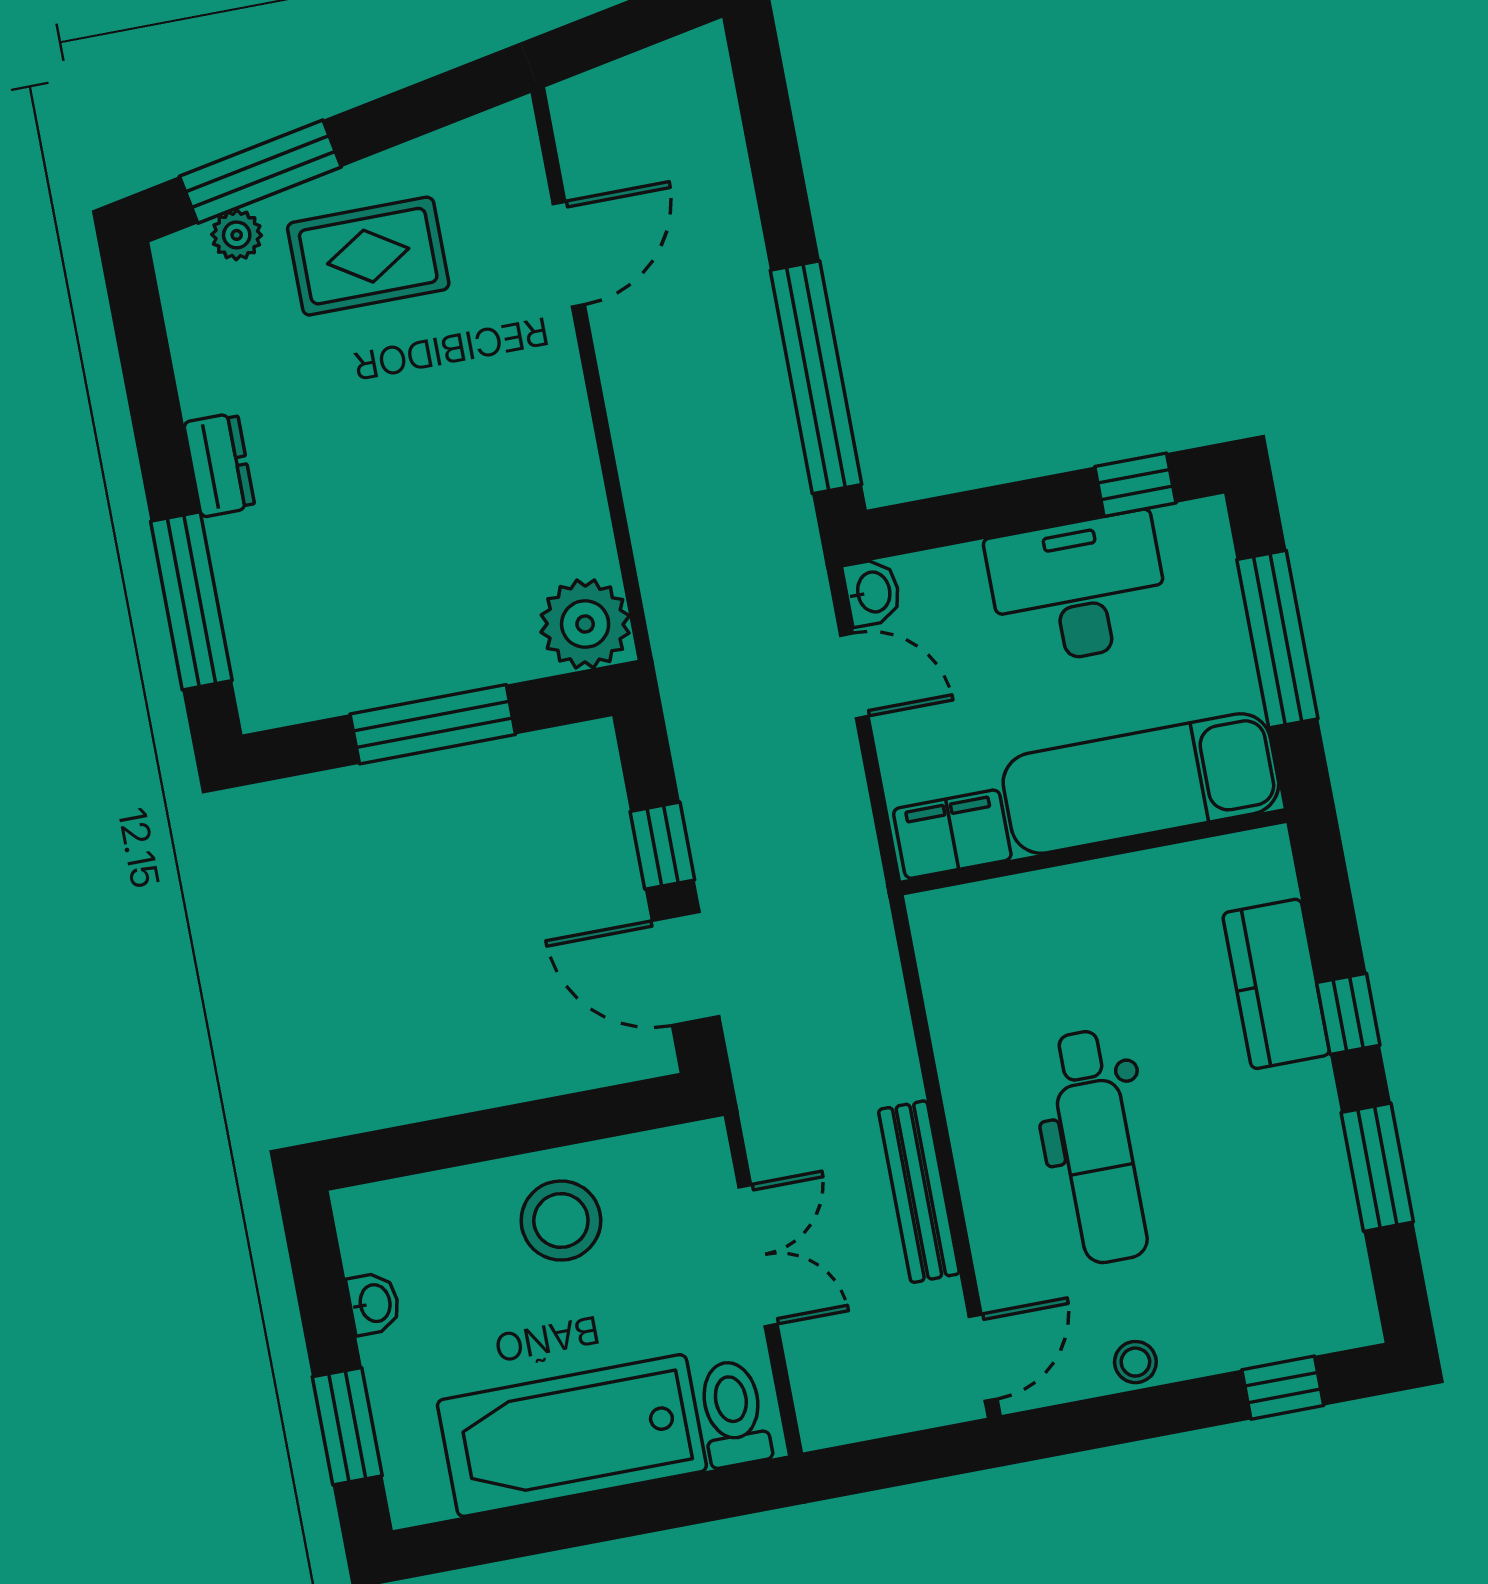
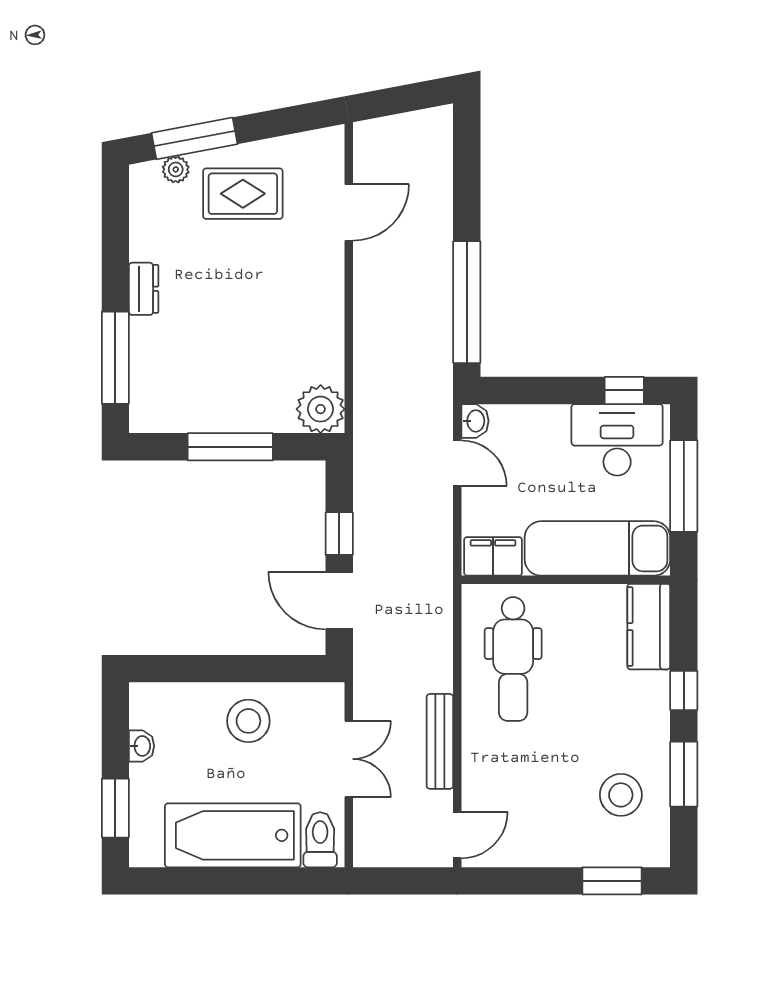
desk: (1078, 589) -> (617, 440), moved
kitchen counter: (1276, 984) -> (649, 627), moved
dental chair: (1098, 1147) -> (513, 659), moved
stool: (1135, 1362) -> (621, 795), moved, width x1.89, depth x1.89
window: (1283, 1388) -> (612, 881), width x1.50

